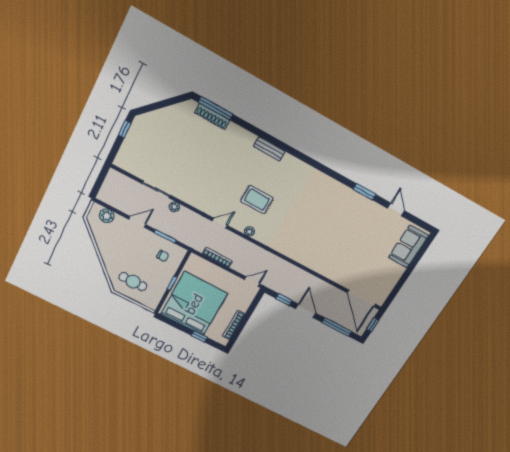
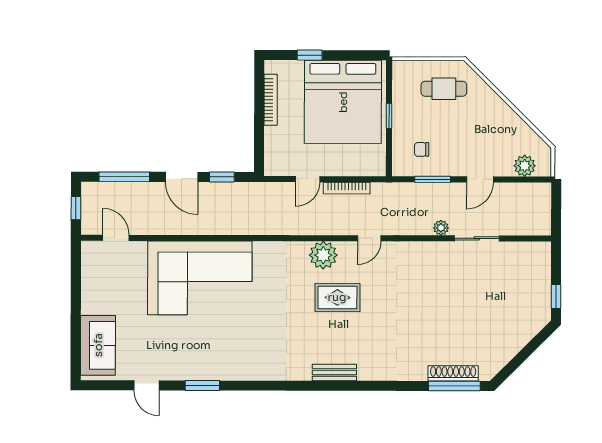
bench: (269, 149) -> (334, 372), moved
plant: (249, 231) -> (323, 255), width x1.87, depth x1.87
corner sofa: (329, 253) -> (200, 278), added
door: (252, 282) -> (308, 179), moved
door: (361, 298) -> (116, 238), width x0.53

